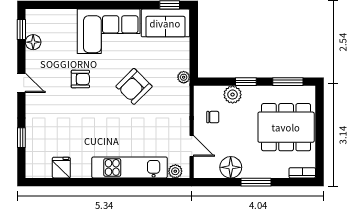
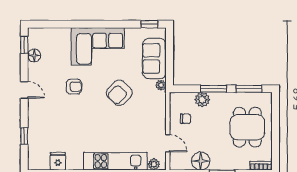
sofa: (165, 23) -> (154, 58), moved, turned 90
window: (246, 82) -> (213, 89), width x1.50
dining table: (286, 127) -> (247, 127), width x0.73

